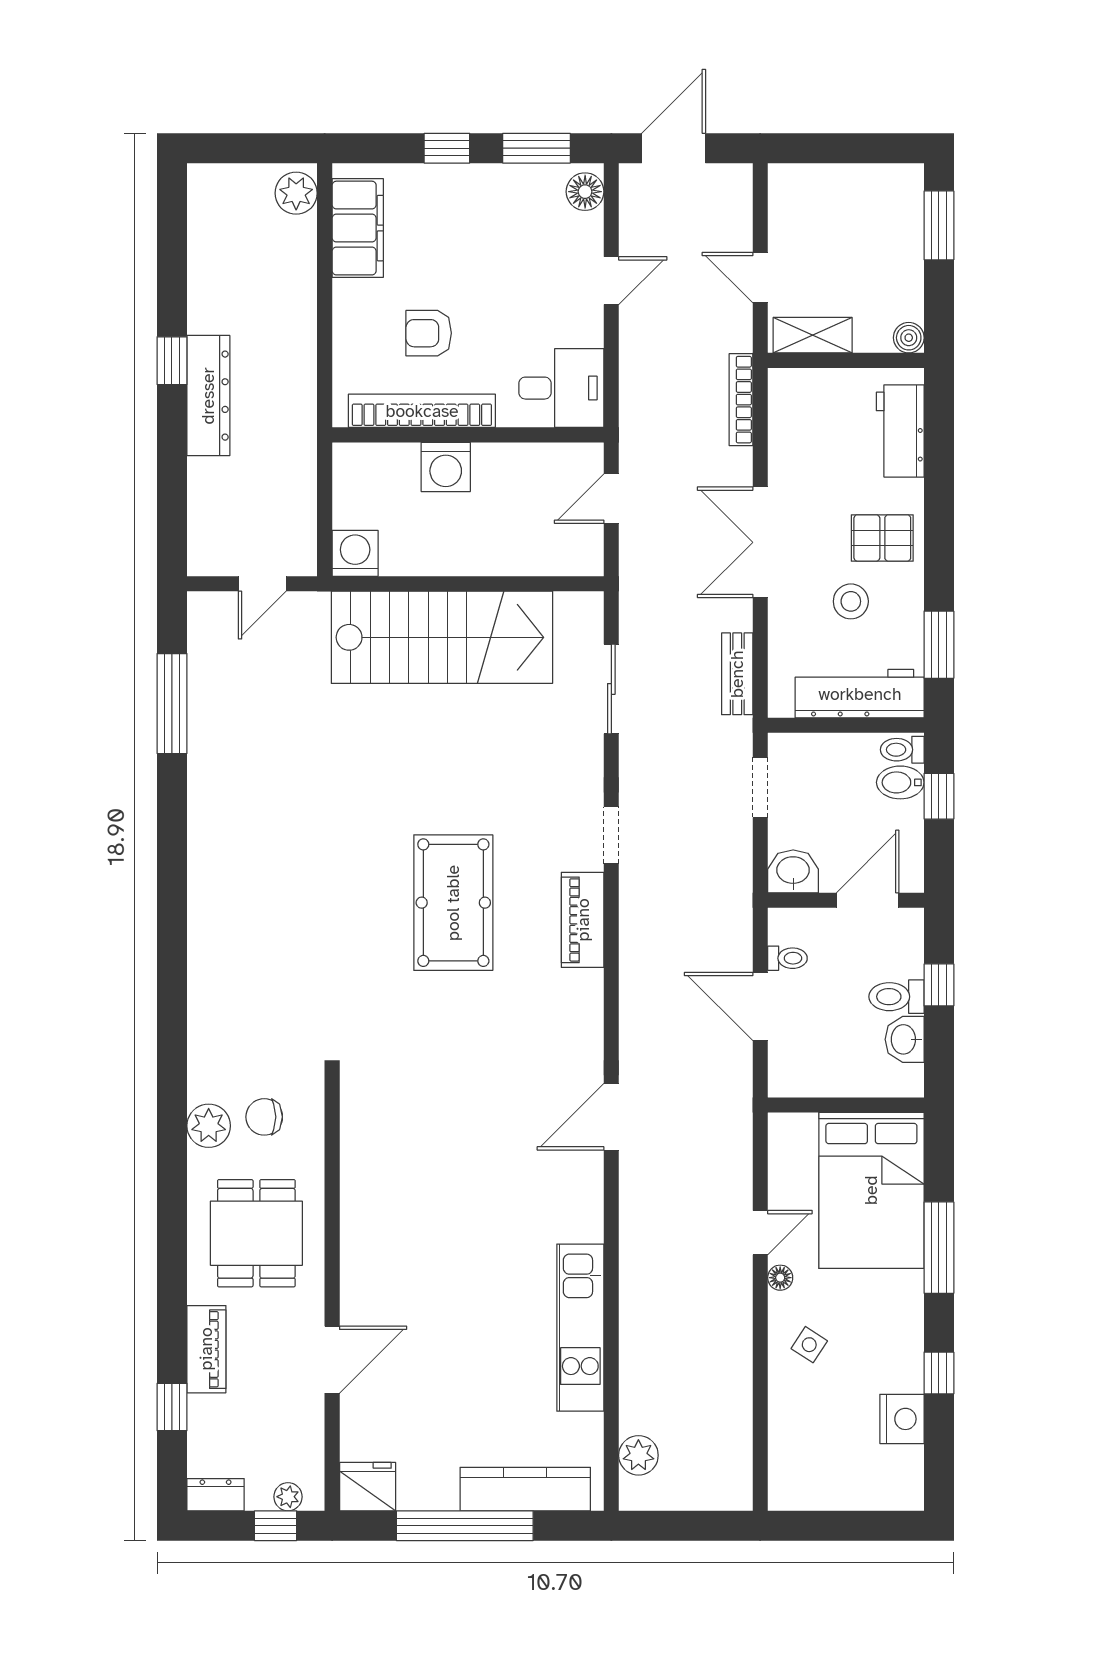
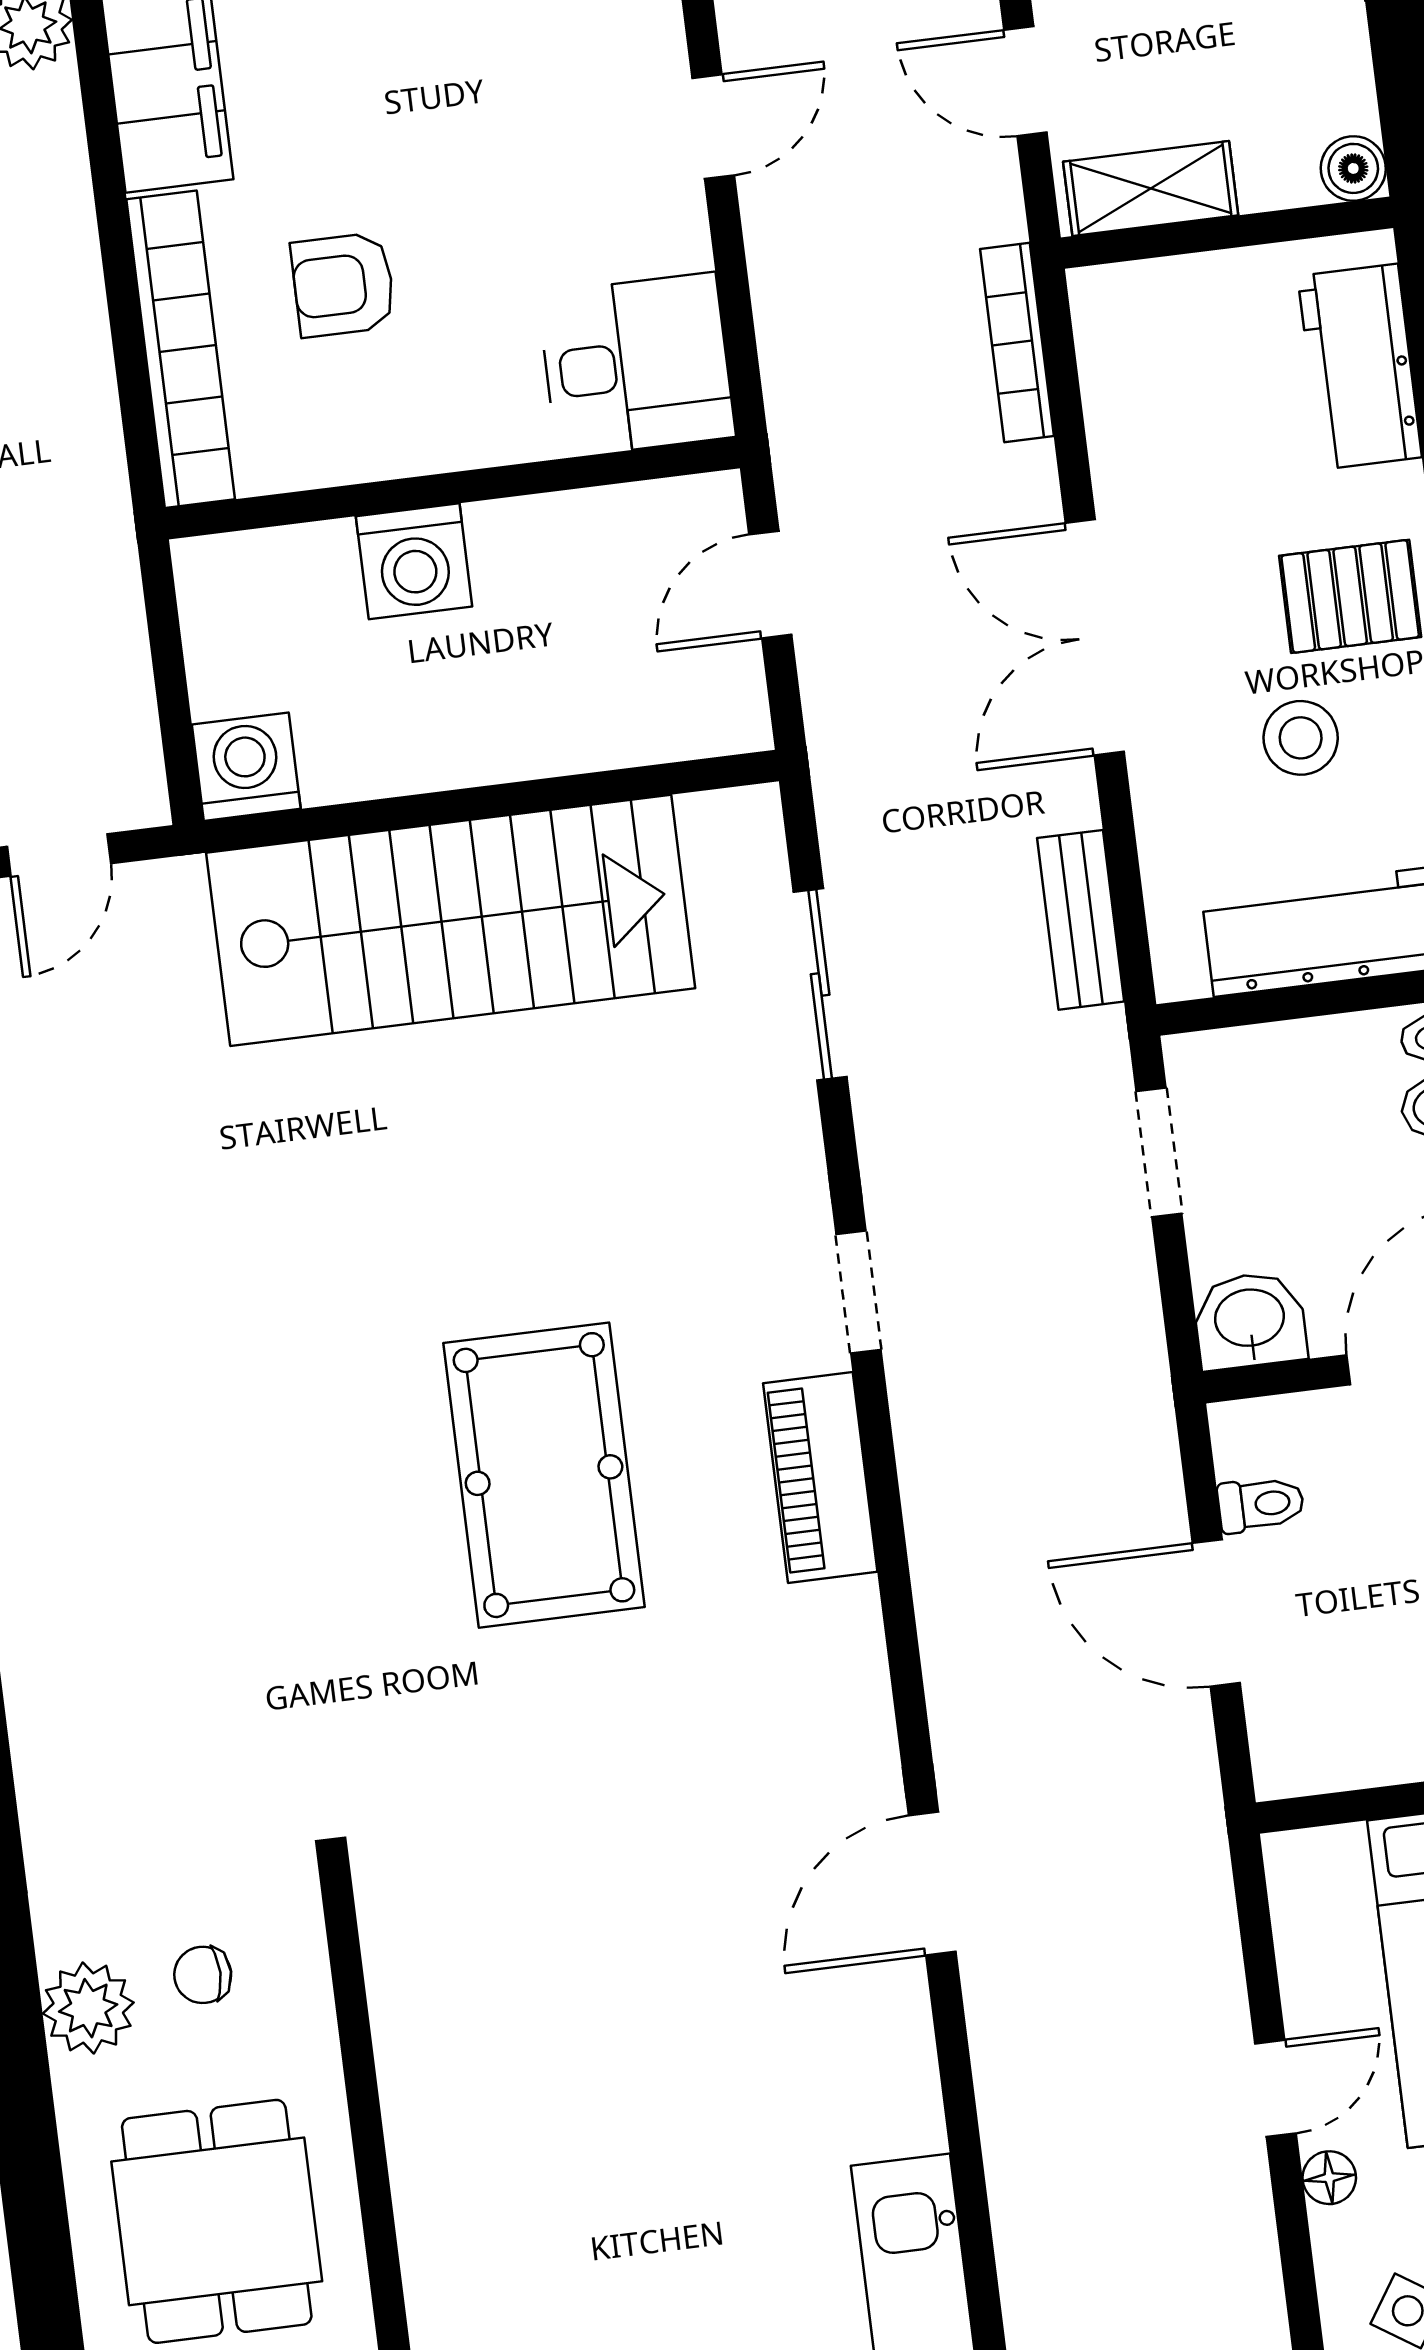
bookcase: (422, 411) -> (181, 349), moved, turned 90
chair: (264, 1117) -> (203, 1975), width x0.73, depth x0.73

